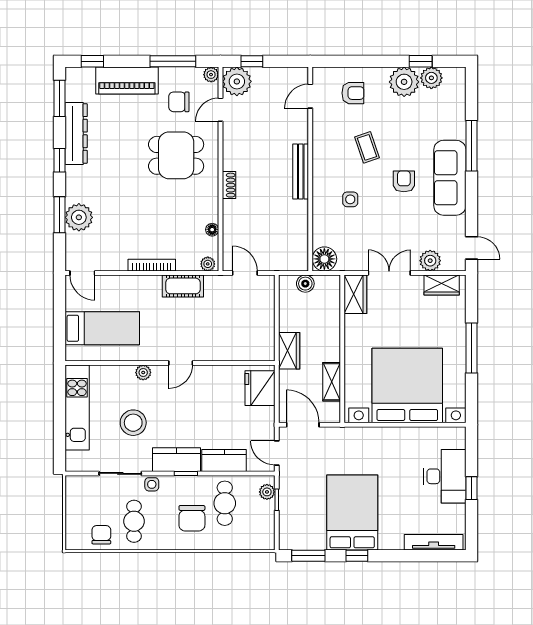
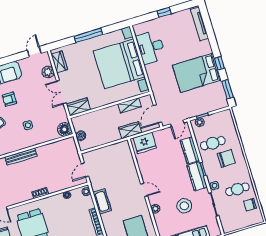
wardrobe: (289, 351) -> (130, 130), moved
desk: (445, 476) -> (151, 47), moved, turned -90

